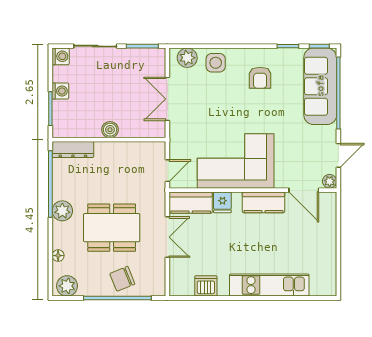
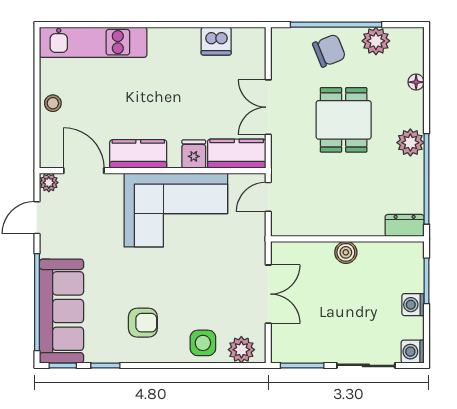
armchair: (260, 78) -> (143, 323), turned 90
dresser: (73, 150) -> (405, 225), width x0.70
dining table: (112, 228) -> (344, 120), width x0.73
stool: (327, 240) -> (53, 103), added
kitchen unit: (269, 285) -> (93, 42), moved
plant: (67, 286) -> (376, 41), moved

